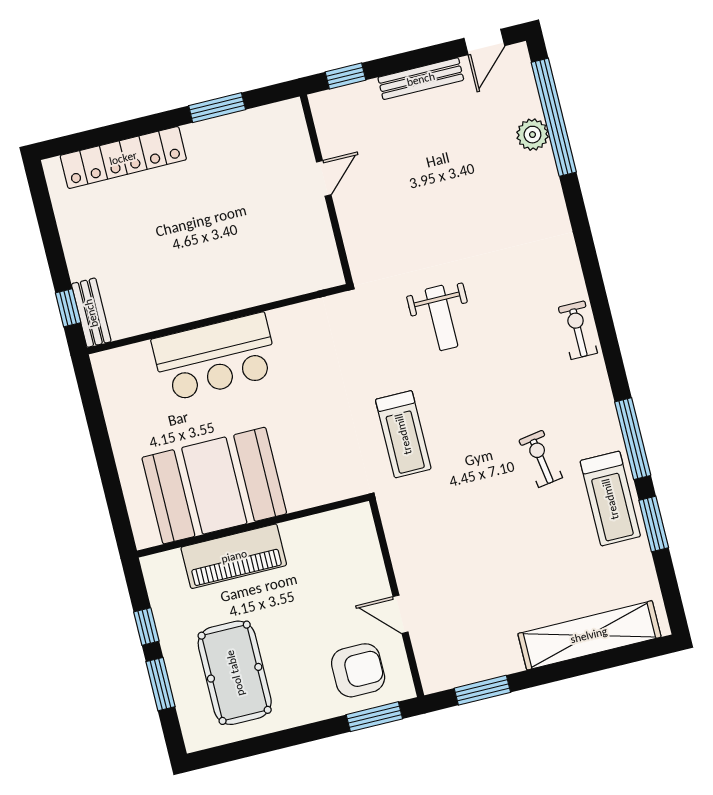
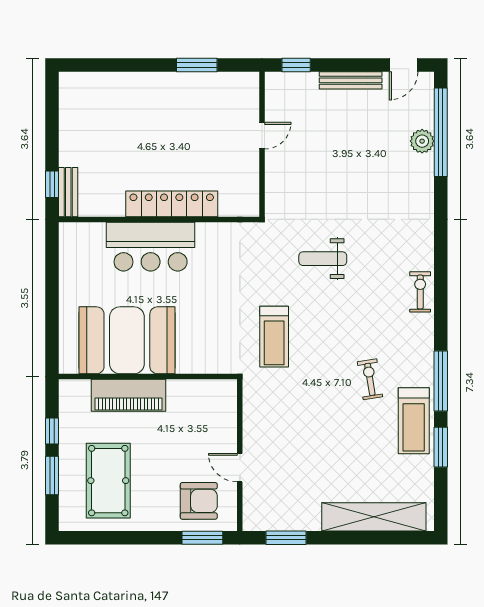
locker: (123, 158) -> (172, 204), moved, turned 180
weight bench: (441, 318) -> (323, 259), turned 90

